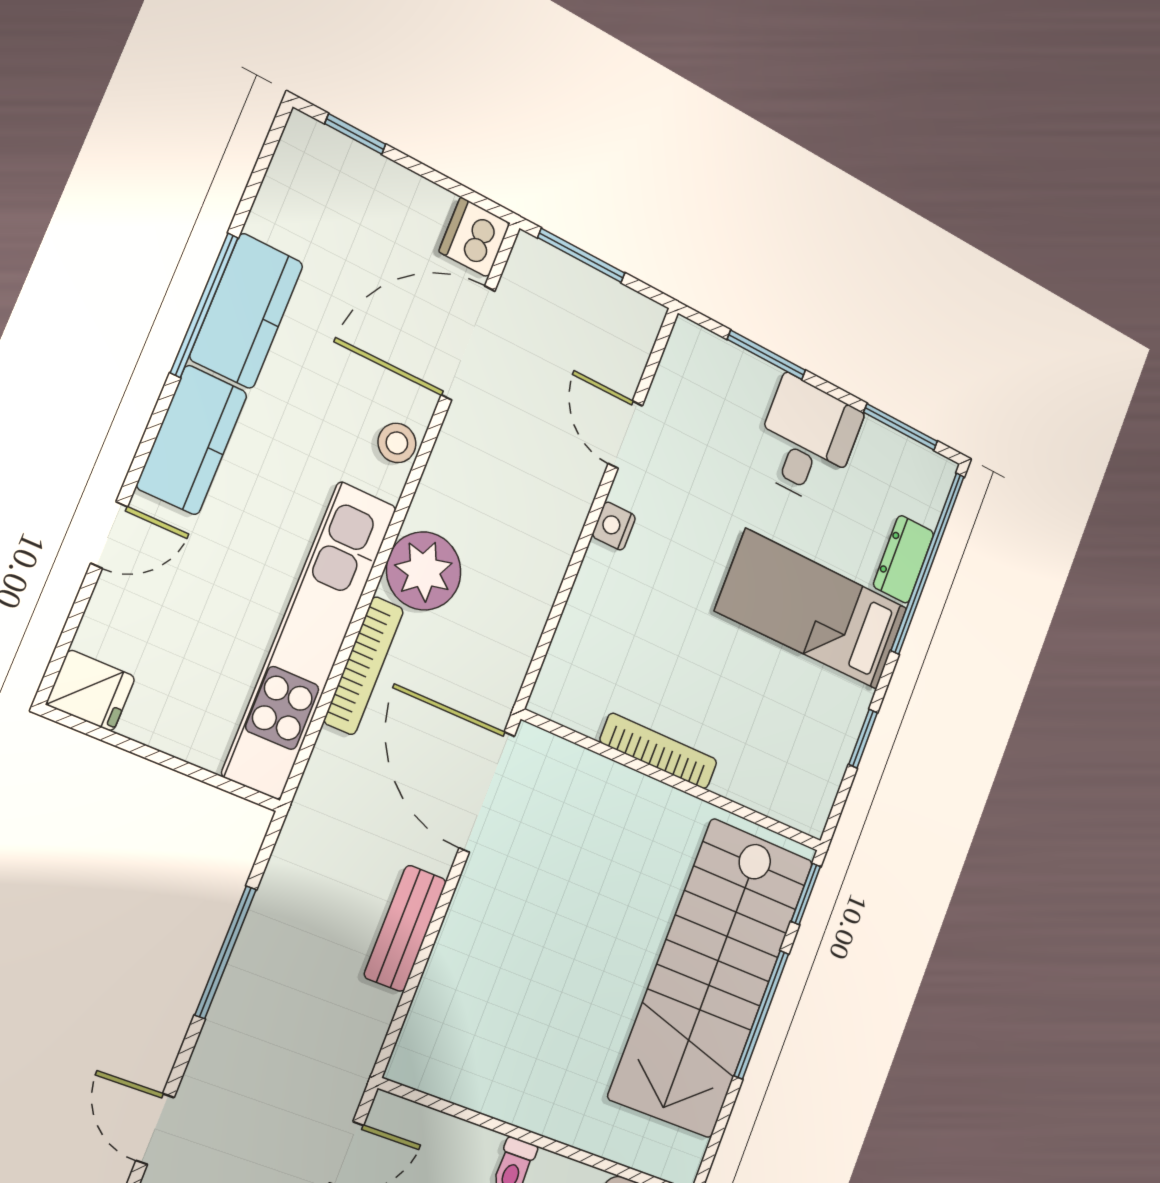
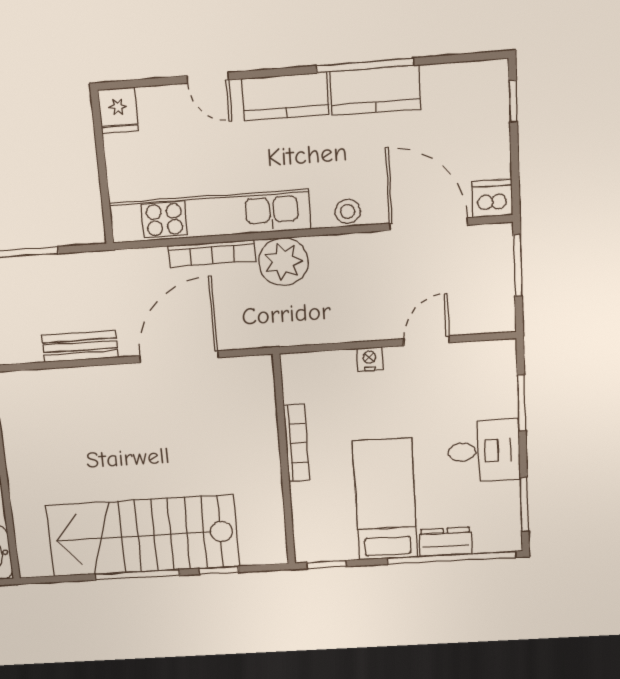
bookcase: (659, 751) -> (297, 443), moved
wall: (675, 782) -> (284, 461), moved

